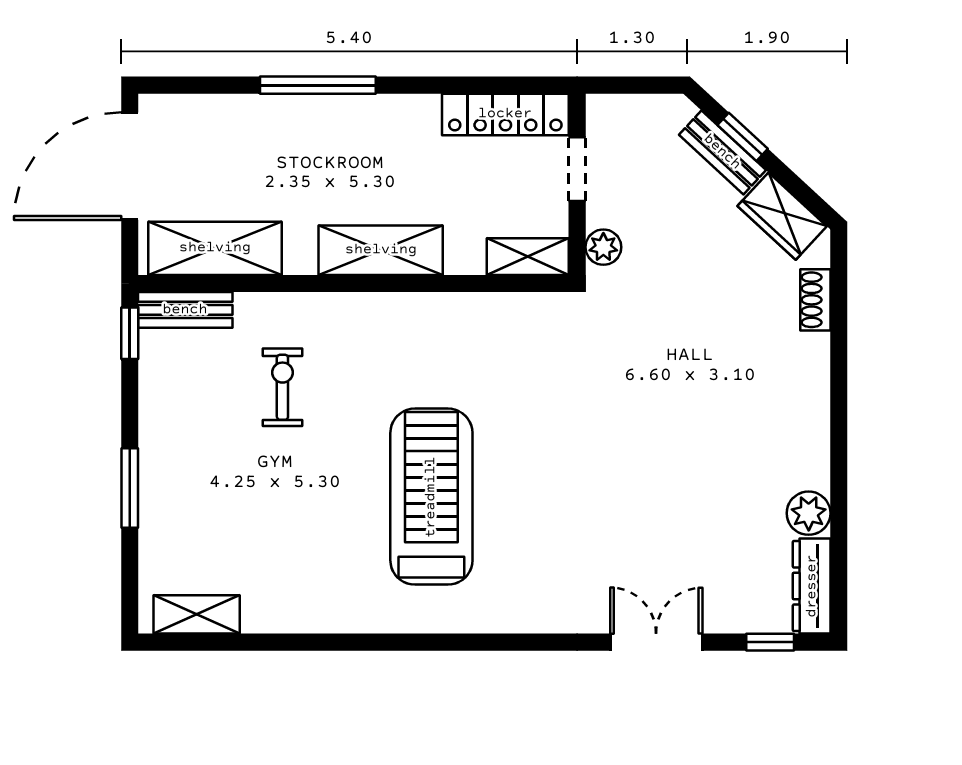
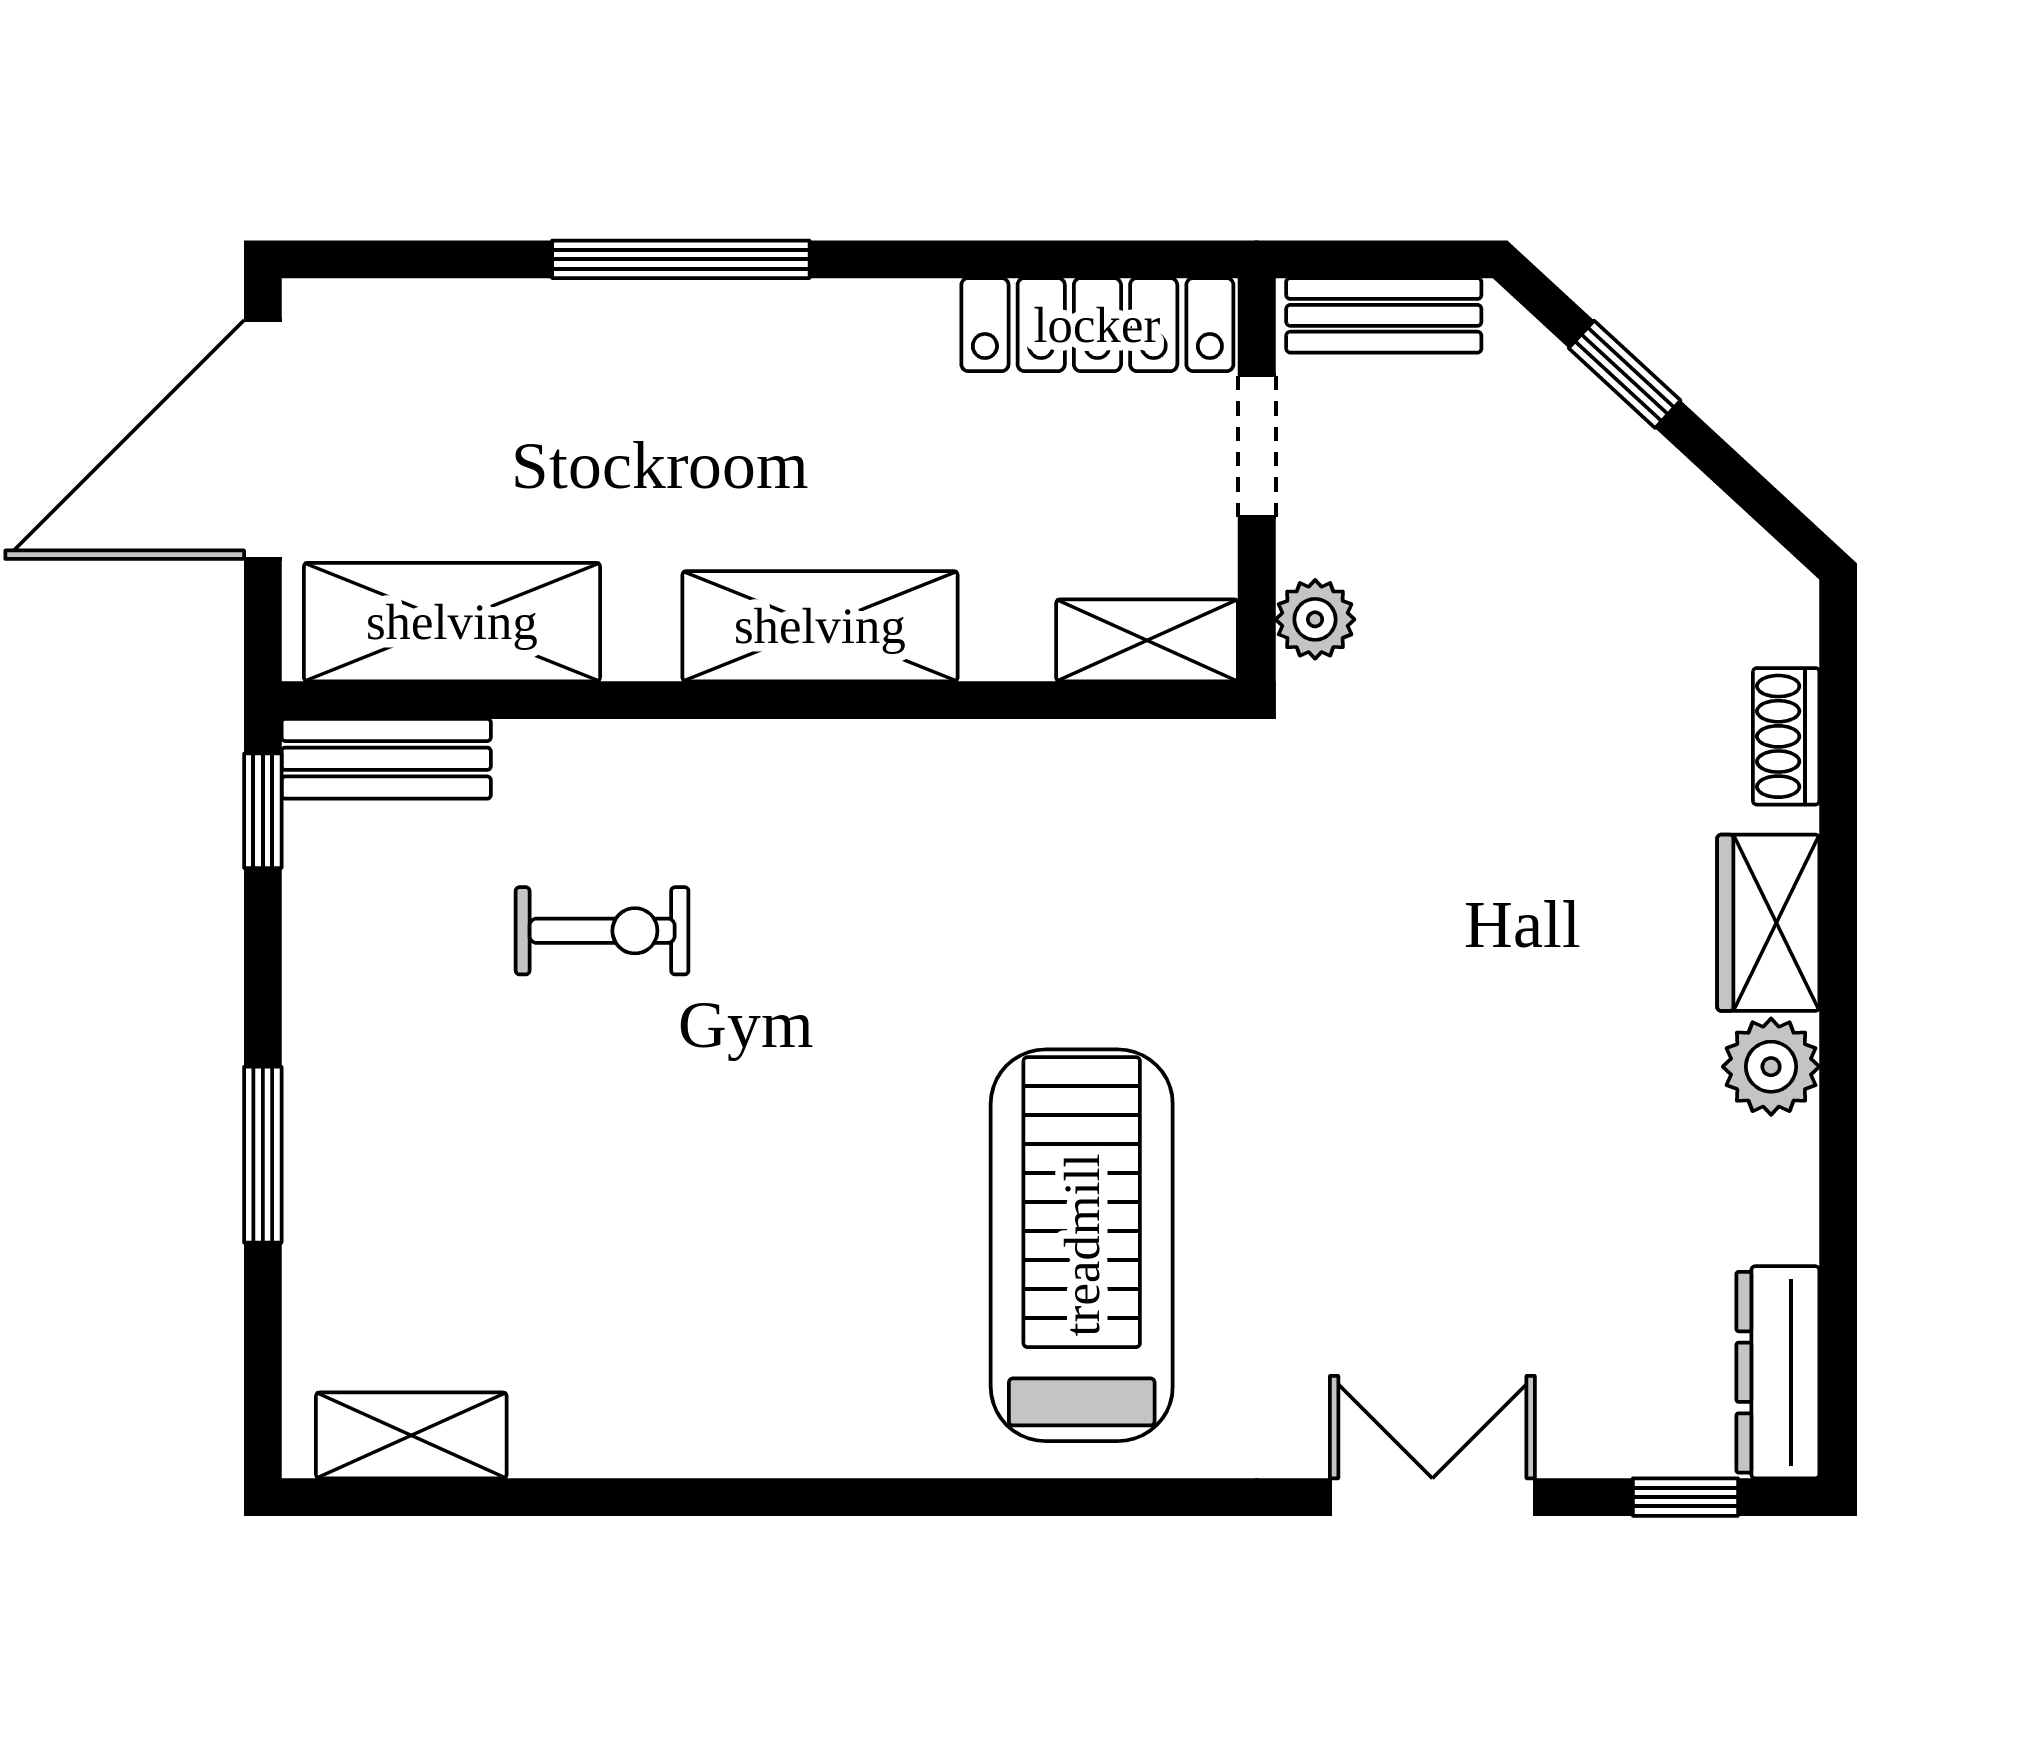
bench: (722, 152) -> (1384, 315), moved, turned -43
wardrobe: (782, 216) -> (1768, 923), moved, turned 47
exercise bike: (282, 387) -> (602, 931), turned 90
treadmill: (431, 497) -> (1082, 1245), moved
plant: (809, 513) -> (1771, 1067), moved

